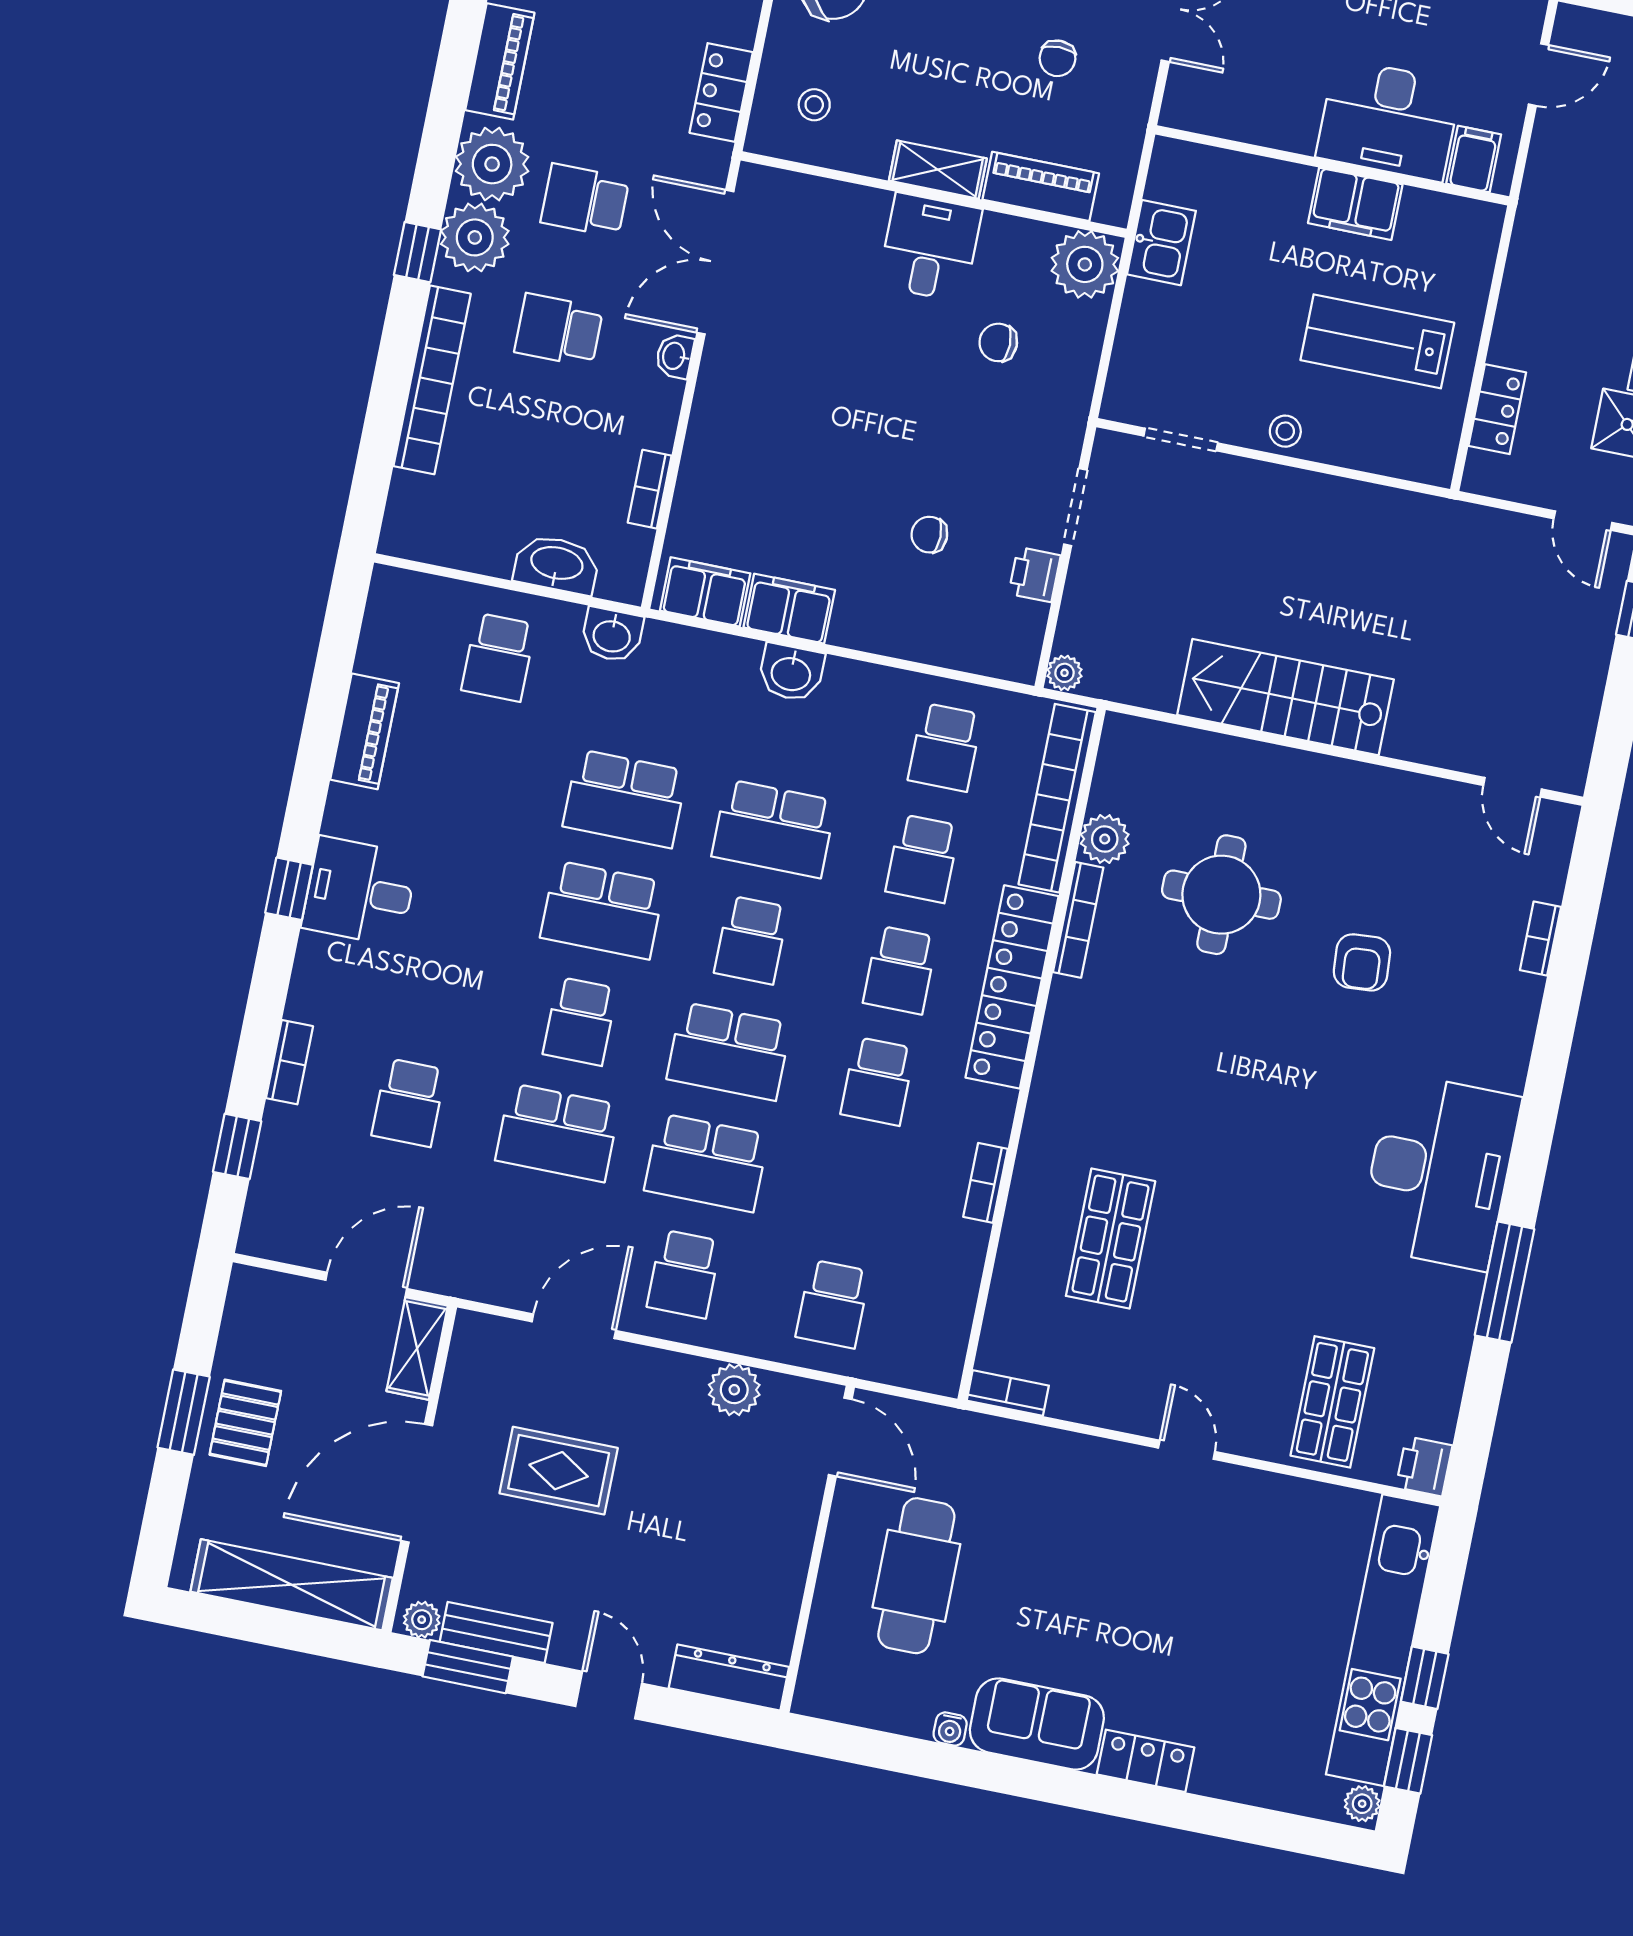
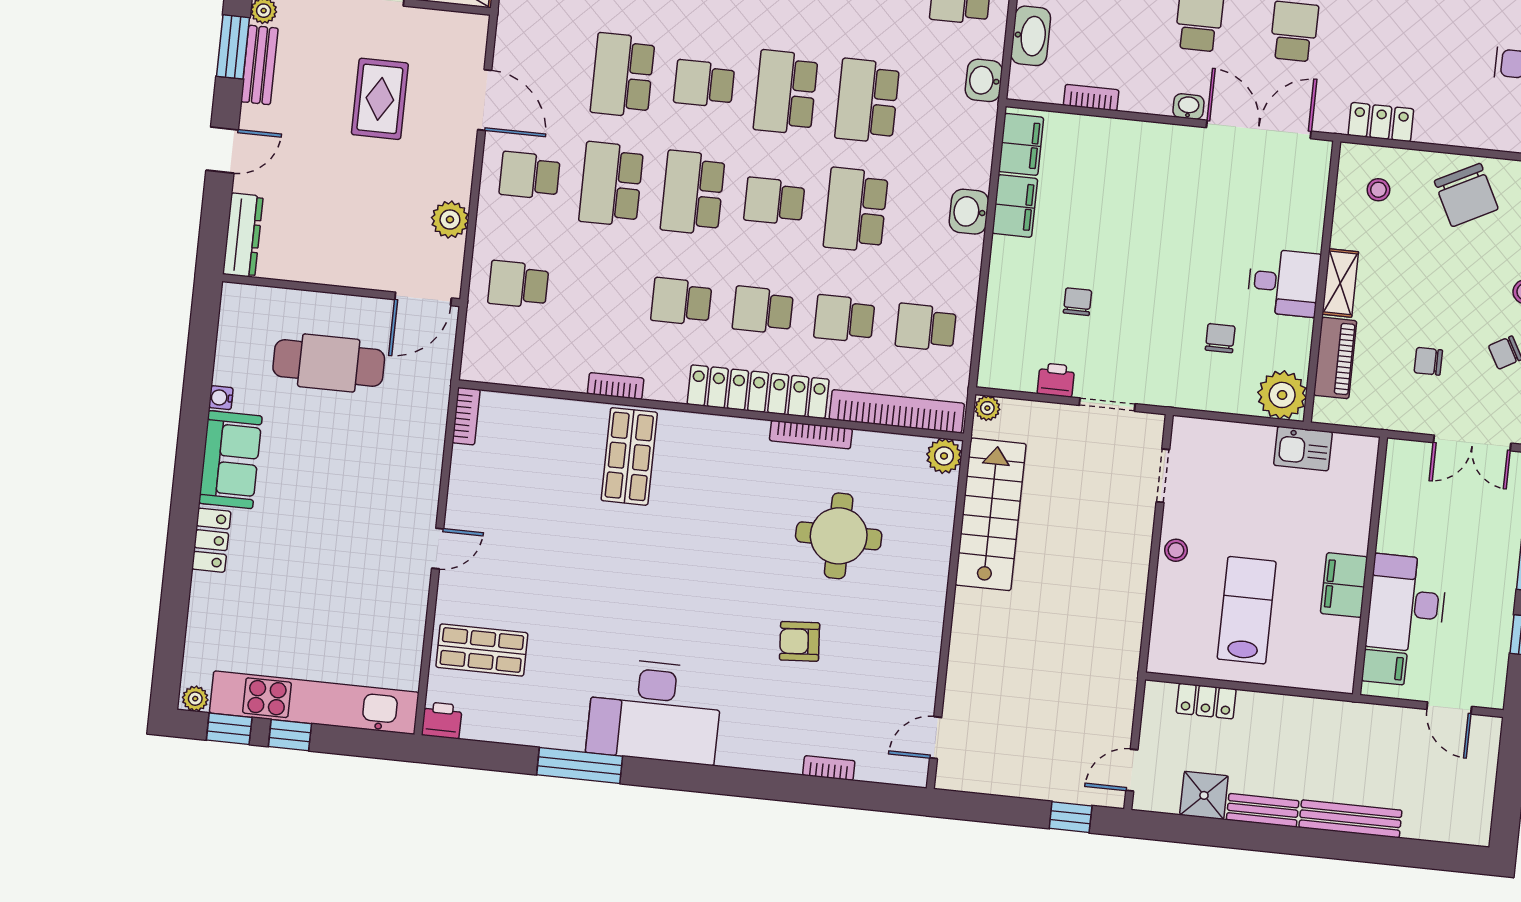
stairs: (1286, 697) -> (991, 514), moved
plant: (1105, 839) -> (944, 456), moved
shop shelf: (1111, 1239) -> (629, 456), moved, turned 90

